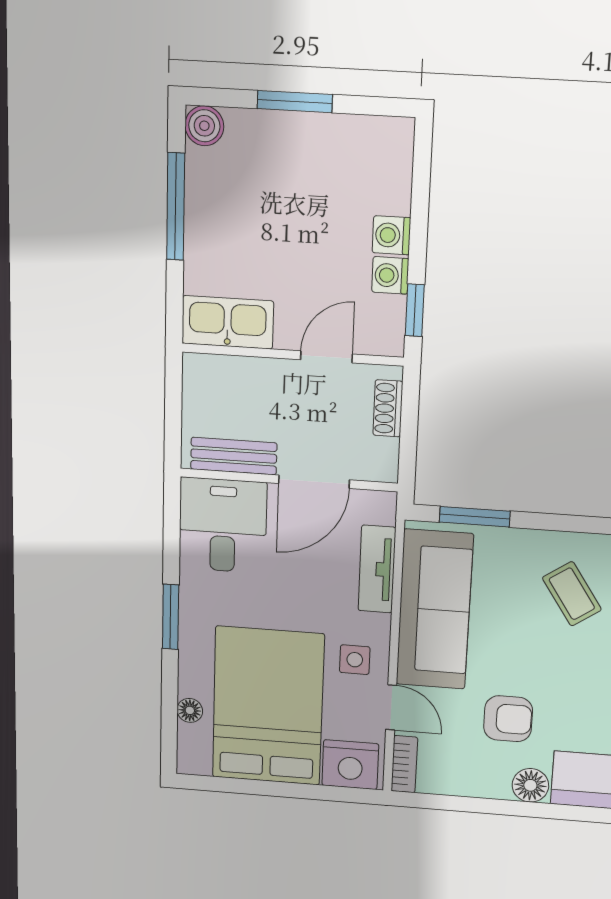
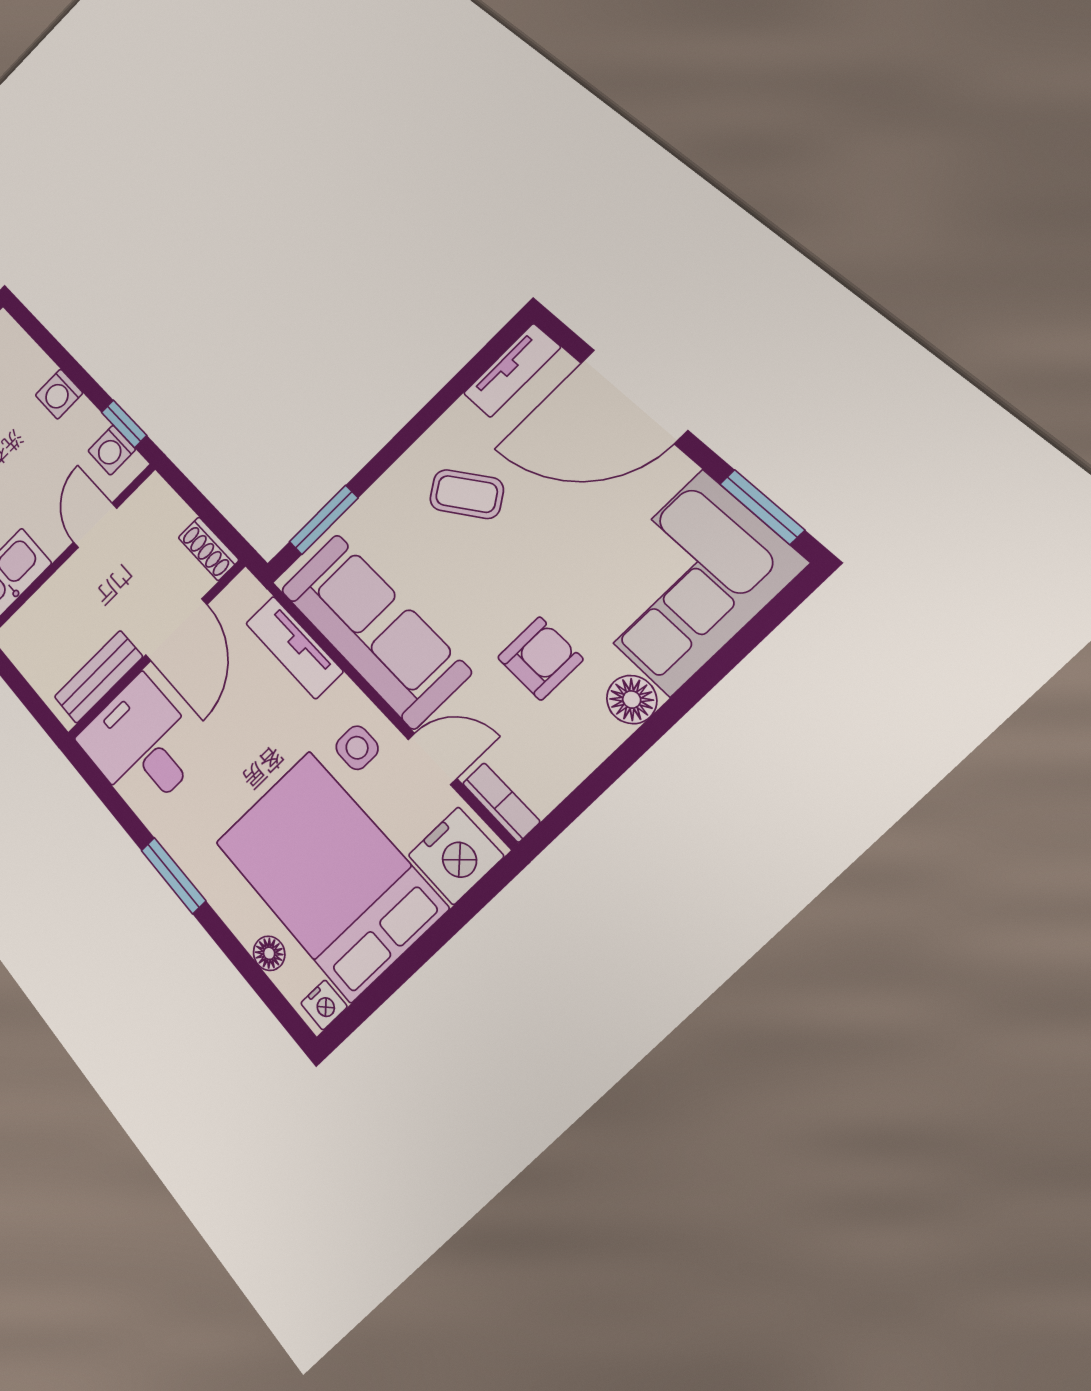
washing machine: (390, 275) -> (112, 450), moved
shoe rack: (388, 408) -> (208, 549), moved
nightstand: (197, 763) -> (324, 1005), added

